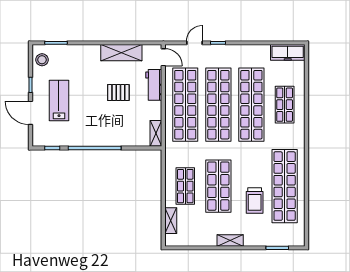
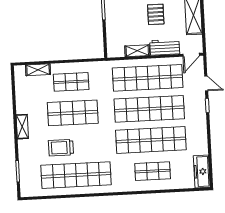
shelving: (156, 133) -> (137, 51), moved

